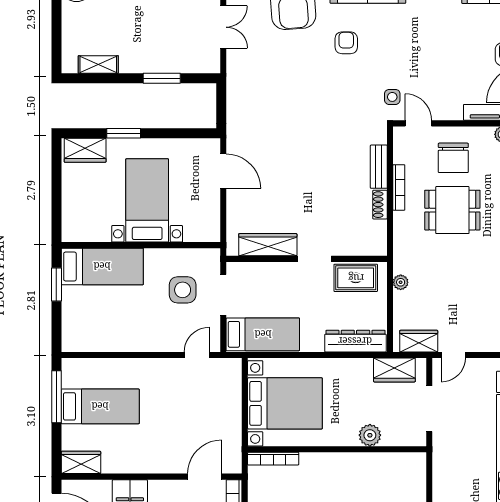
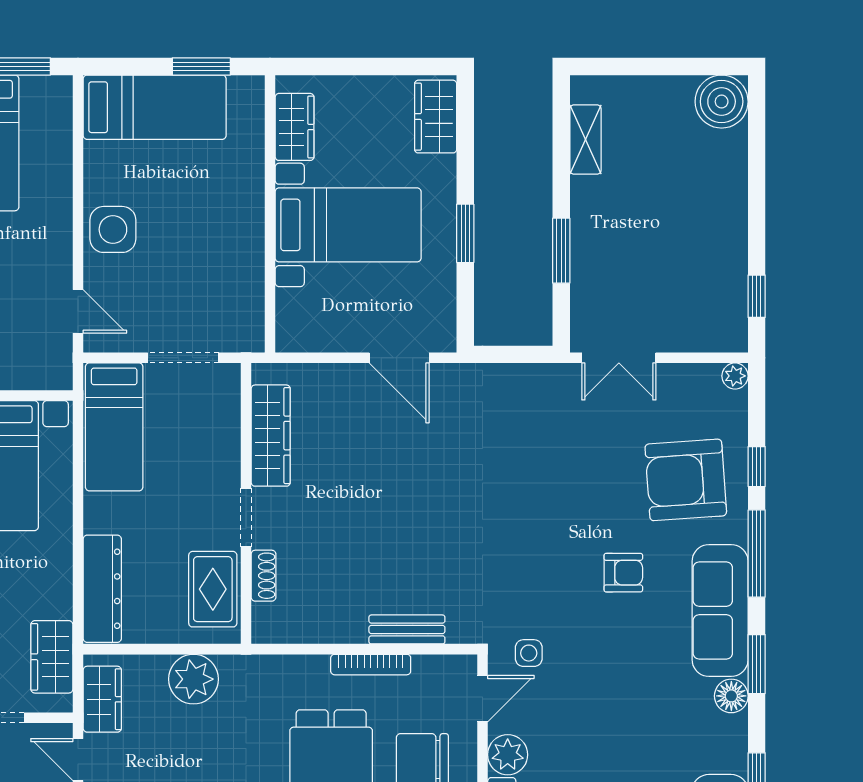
double door: (223, 27) -> (619, 358), moved
plant: (450, 109) -> (508, 755), added
window: (124, 133) -> (465, 233), moved
door: (223, 171) -> (399, 358), hinge flipped
shoe rack: (380, 205) -> (263, 576), moved, turned 90
wardrobe: (91, 231) -> (295, 127), added
bed: (102, 266) -> (155, 107), moved, turned -90
plant: (401, 282) -> (193, 679), width x1.88, depth x1.88
side table: (183, 290) -> (113, 229), moved

